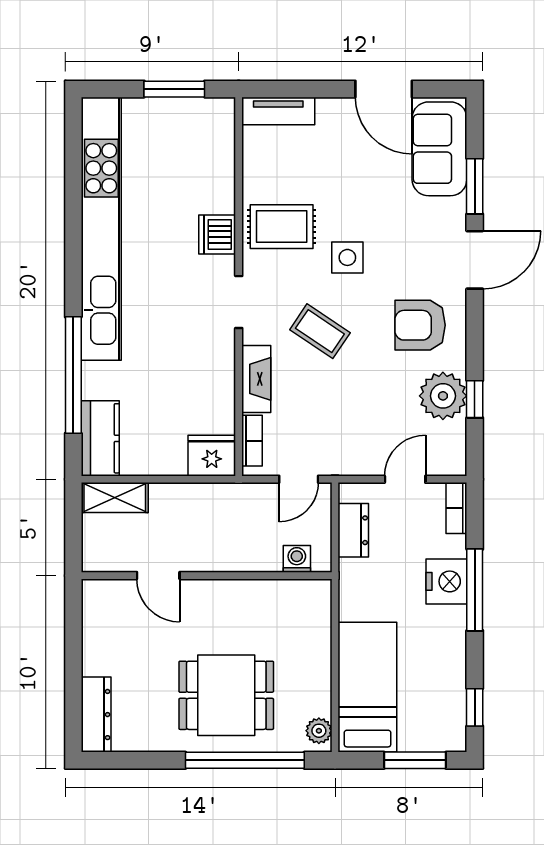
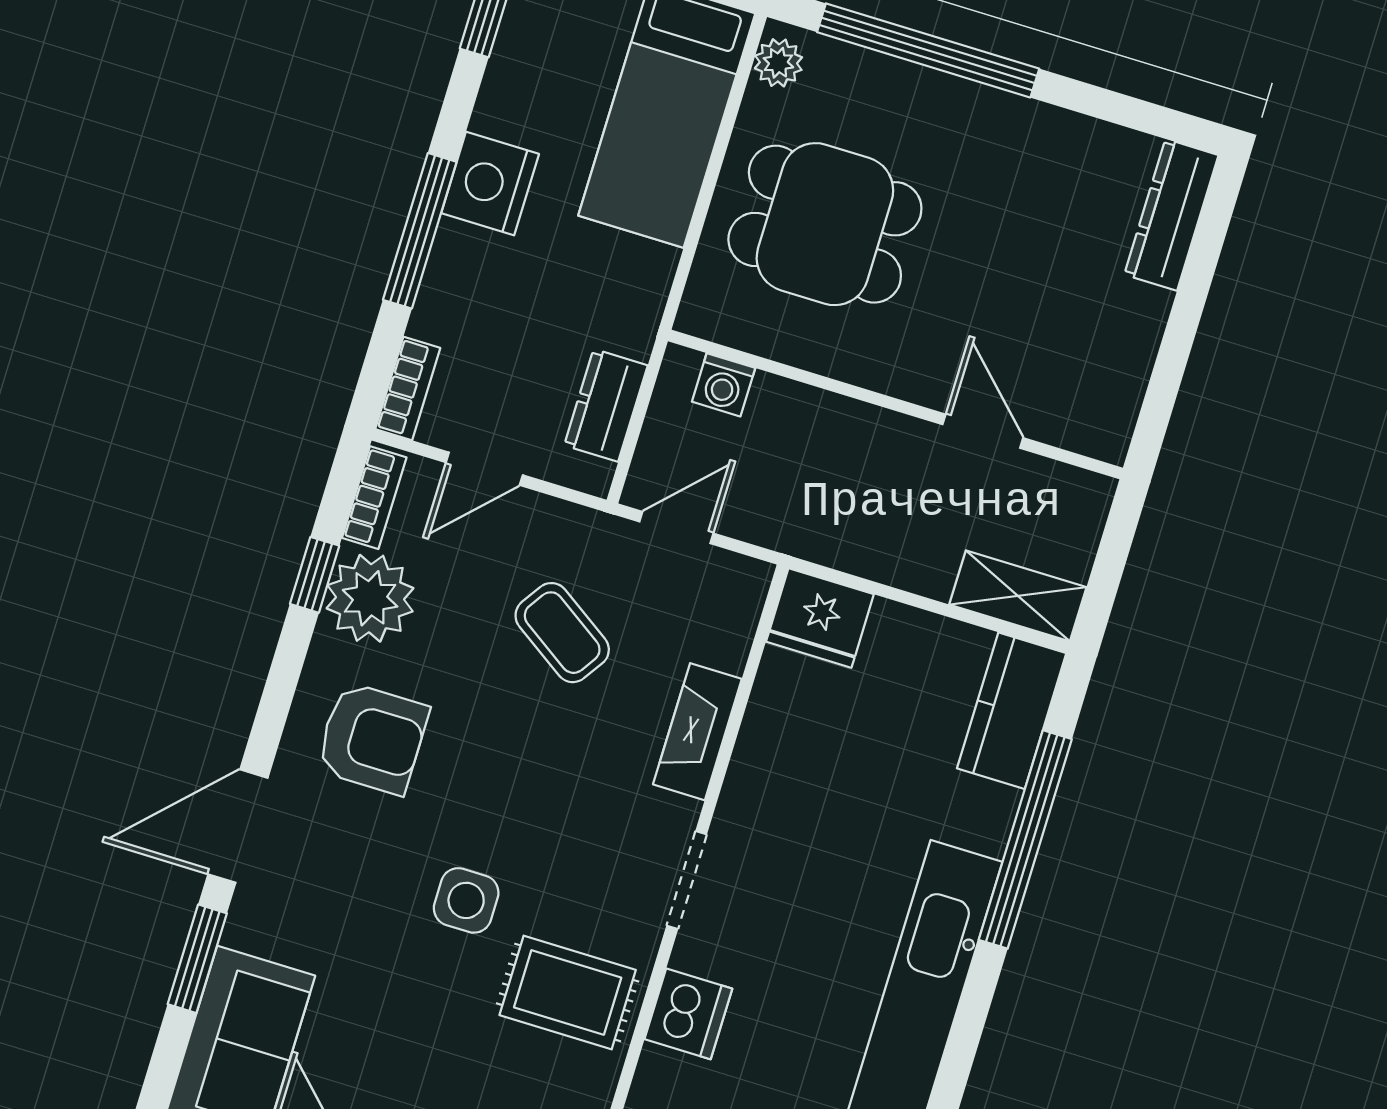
coffee table: (320, 331) -> (562, 633), moved
bookcase: (252, 441) -> (374, 498), moved, turned 180
nightstand: (446, 581) -> (490, 184), moved
dining table: (226, 695) -> (825, 224), moved

